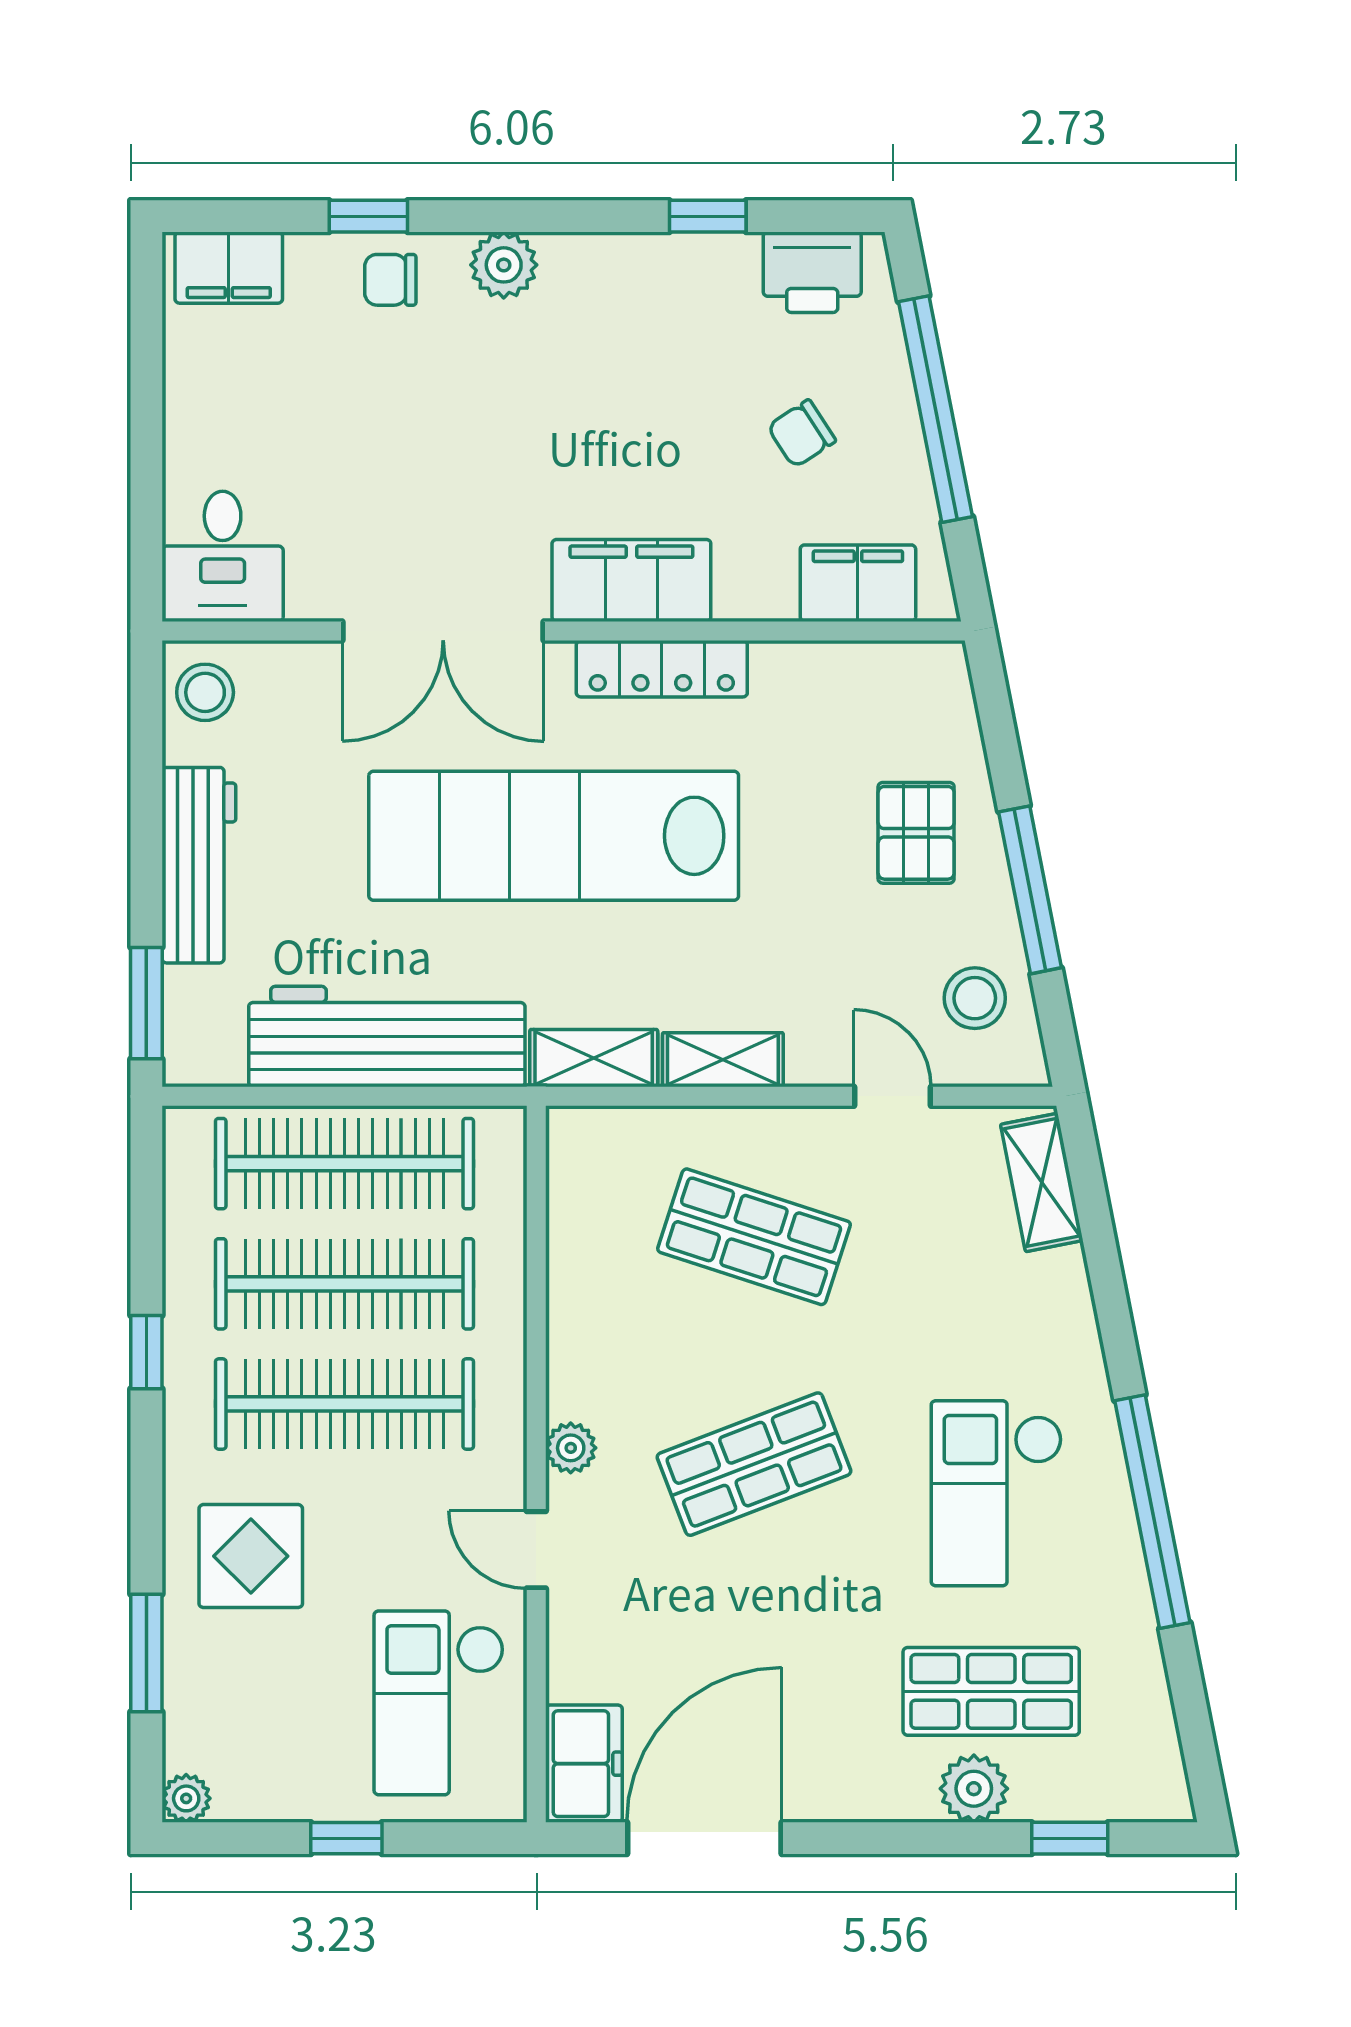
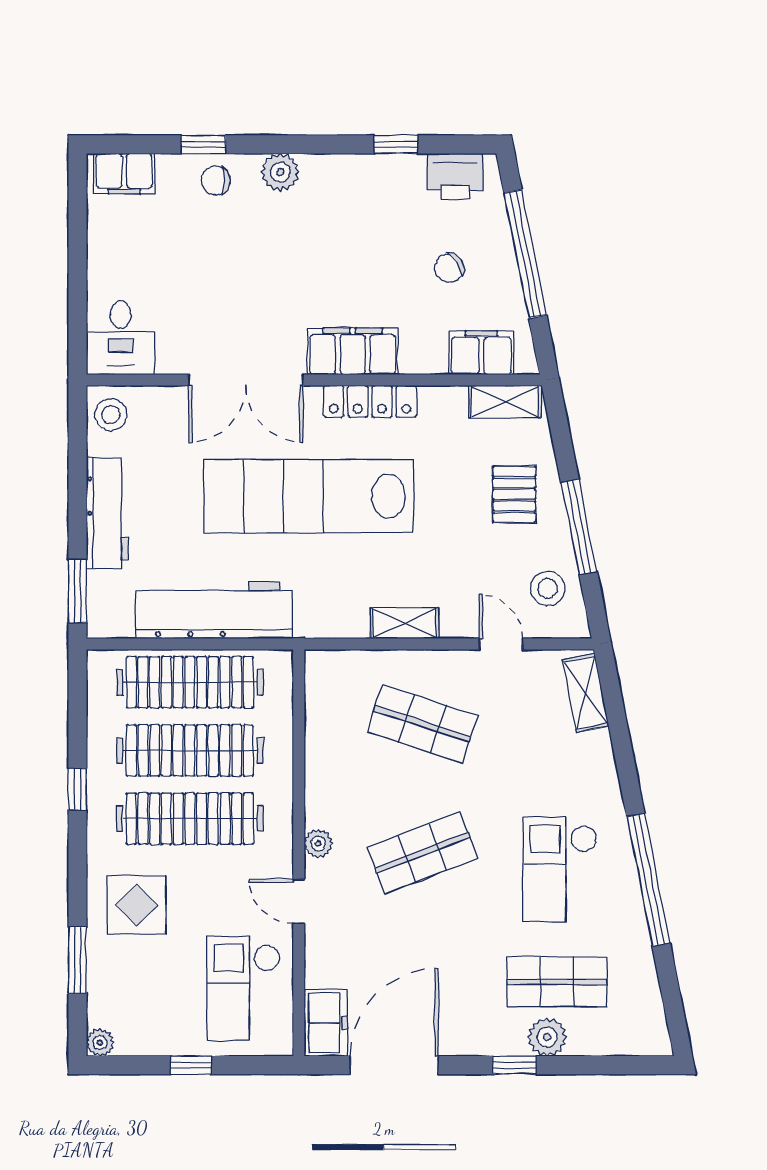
shelving: (594, 1058) -> (505, 402), moved
window: (1070, 1838) -> (514, 1065), moved

